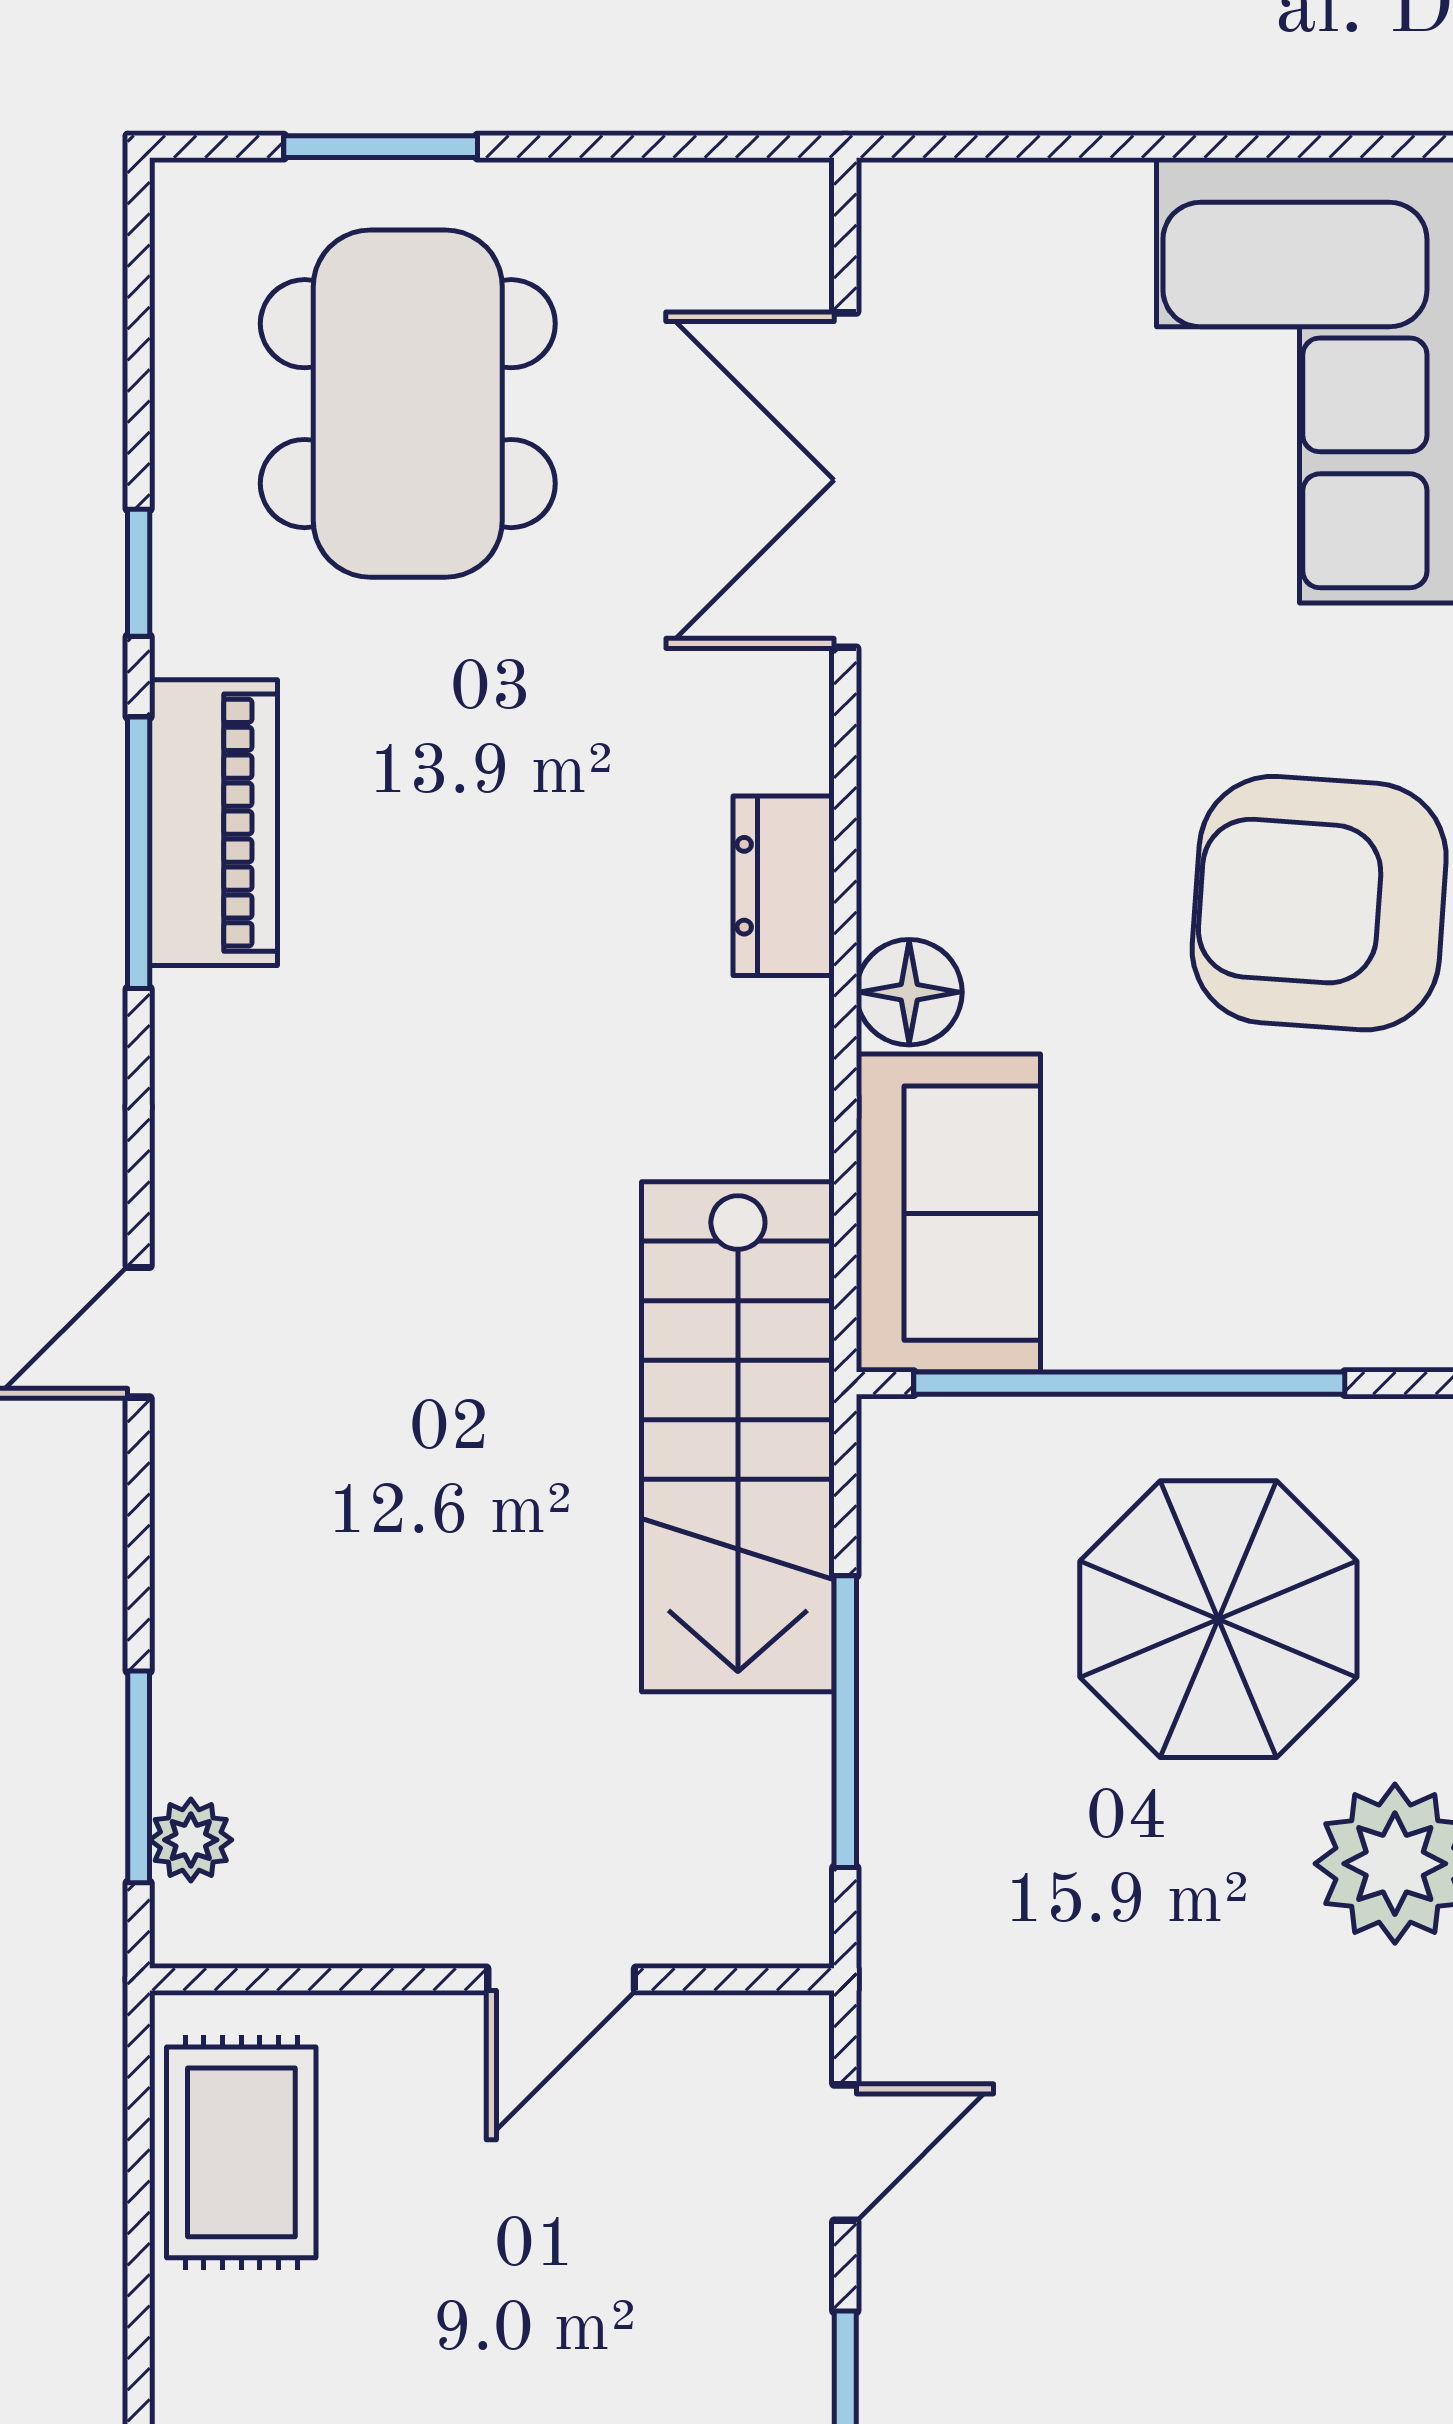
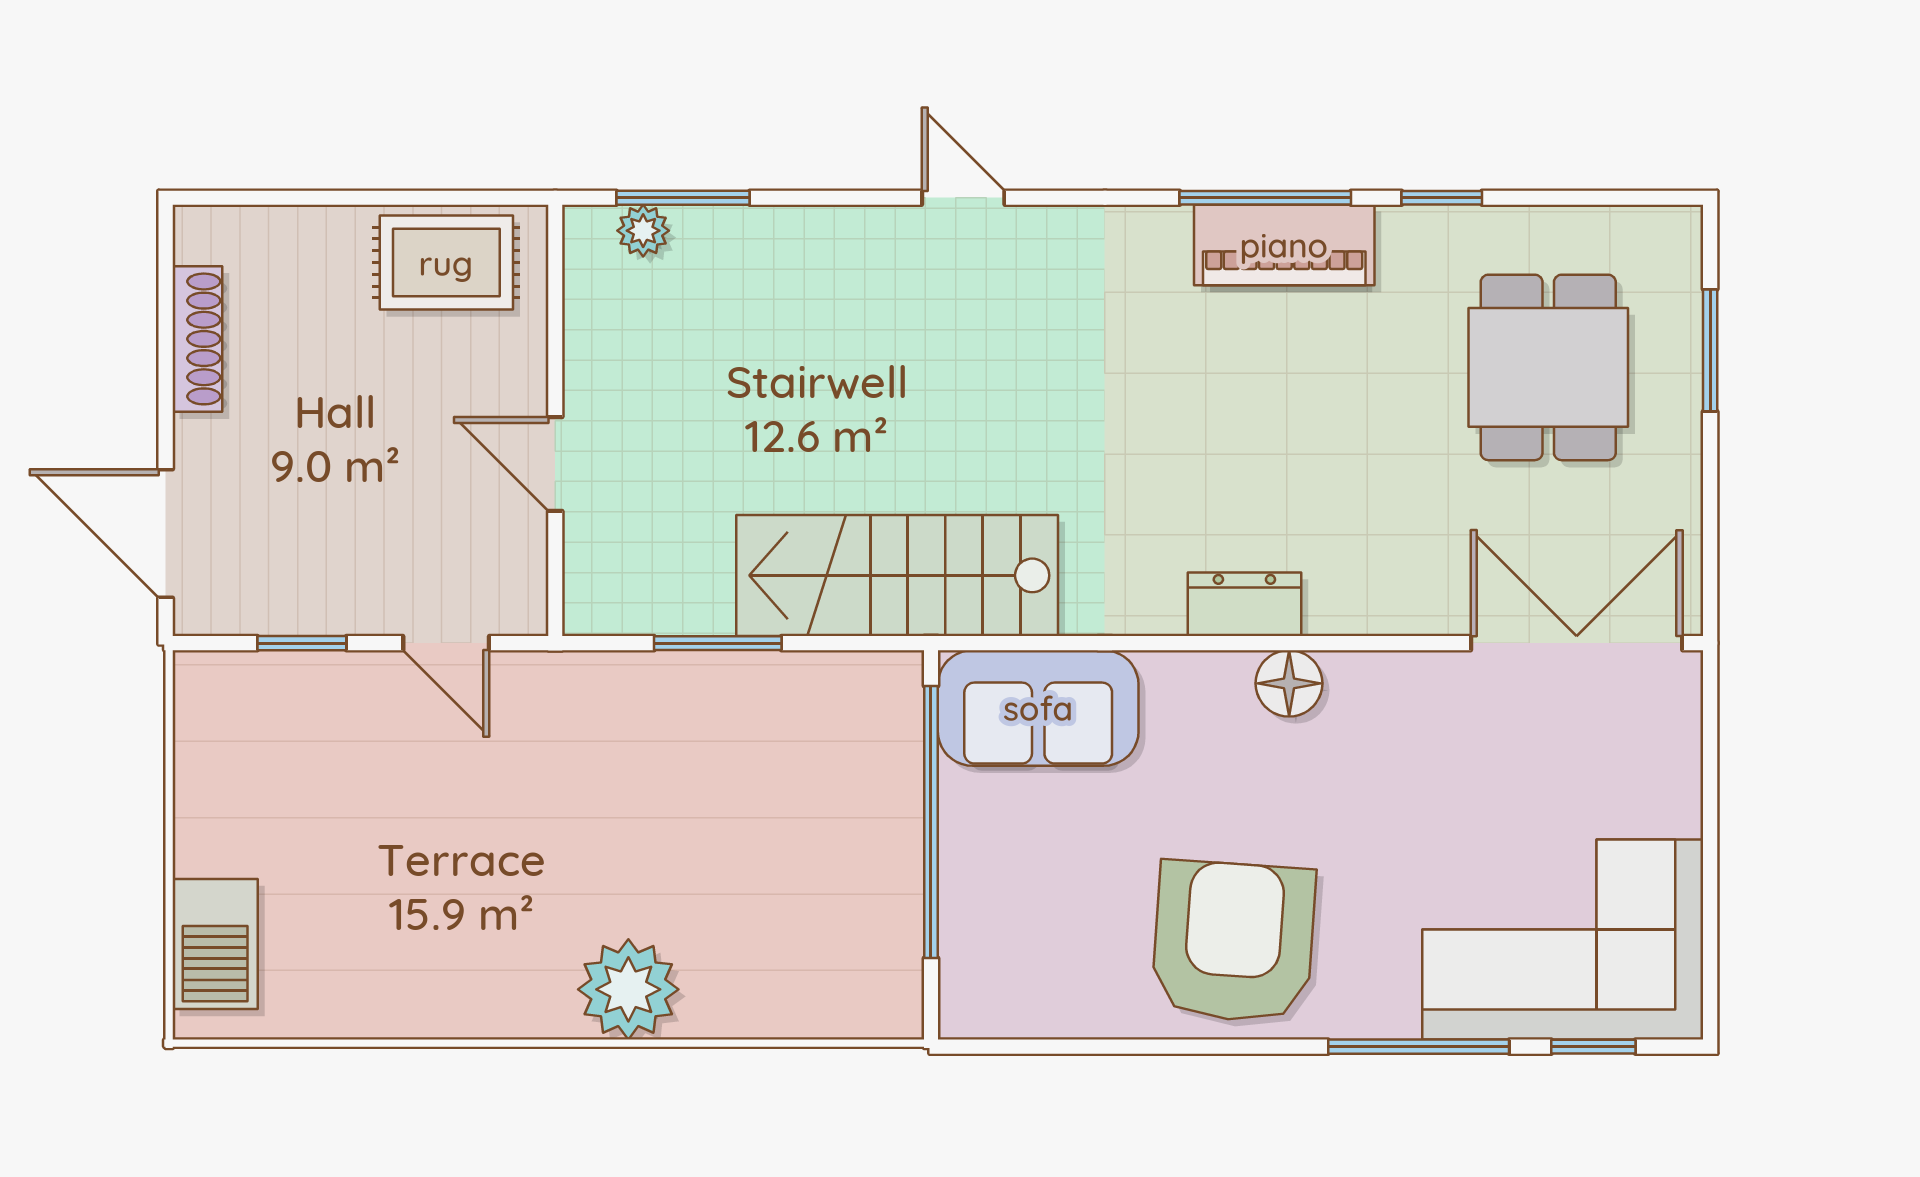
dining table: (408, 404) -> (1548, 367), width x0.73
double door: (845, 480) -> (1577, 643), moved
floor lamp: (909, 992) -> (1289, 683), moved
parasol: (1218, 1619) -> (782, 878), removed
window: (845, 1722) -> (718, 643), width x0.69

